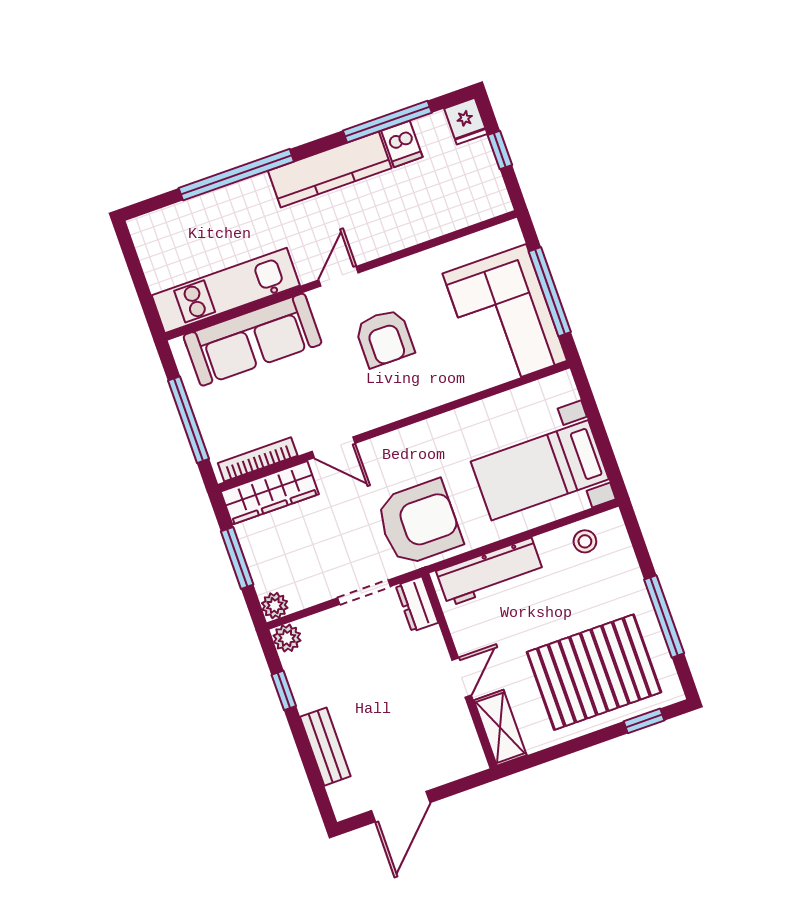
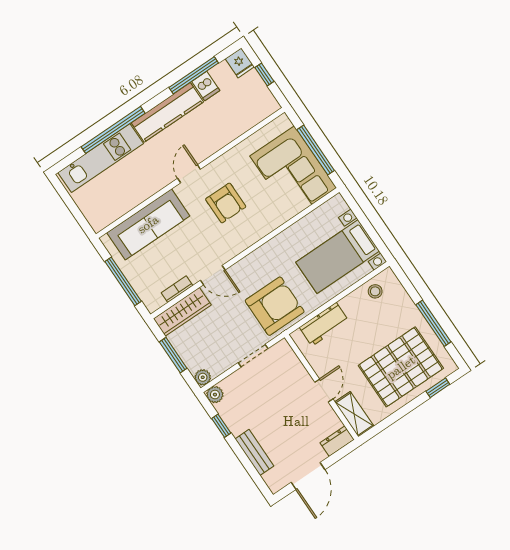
kitchen unit: (226, 290) -> (101, 158), moved, turned 180
bookcase: (258, 459) -> (177, 289), width x0.64
workbench: (490, 572) -> (324, 324), width x0.73
dresser: (417, 604) -> (337, 441), moved, turned 90

